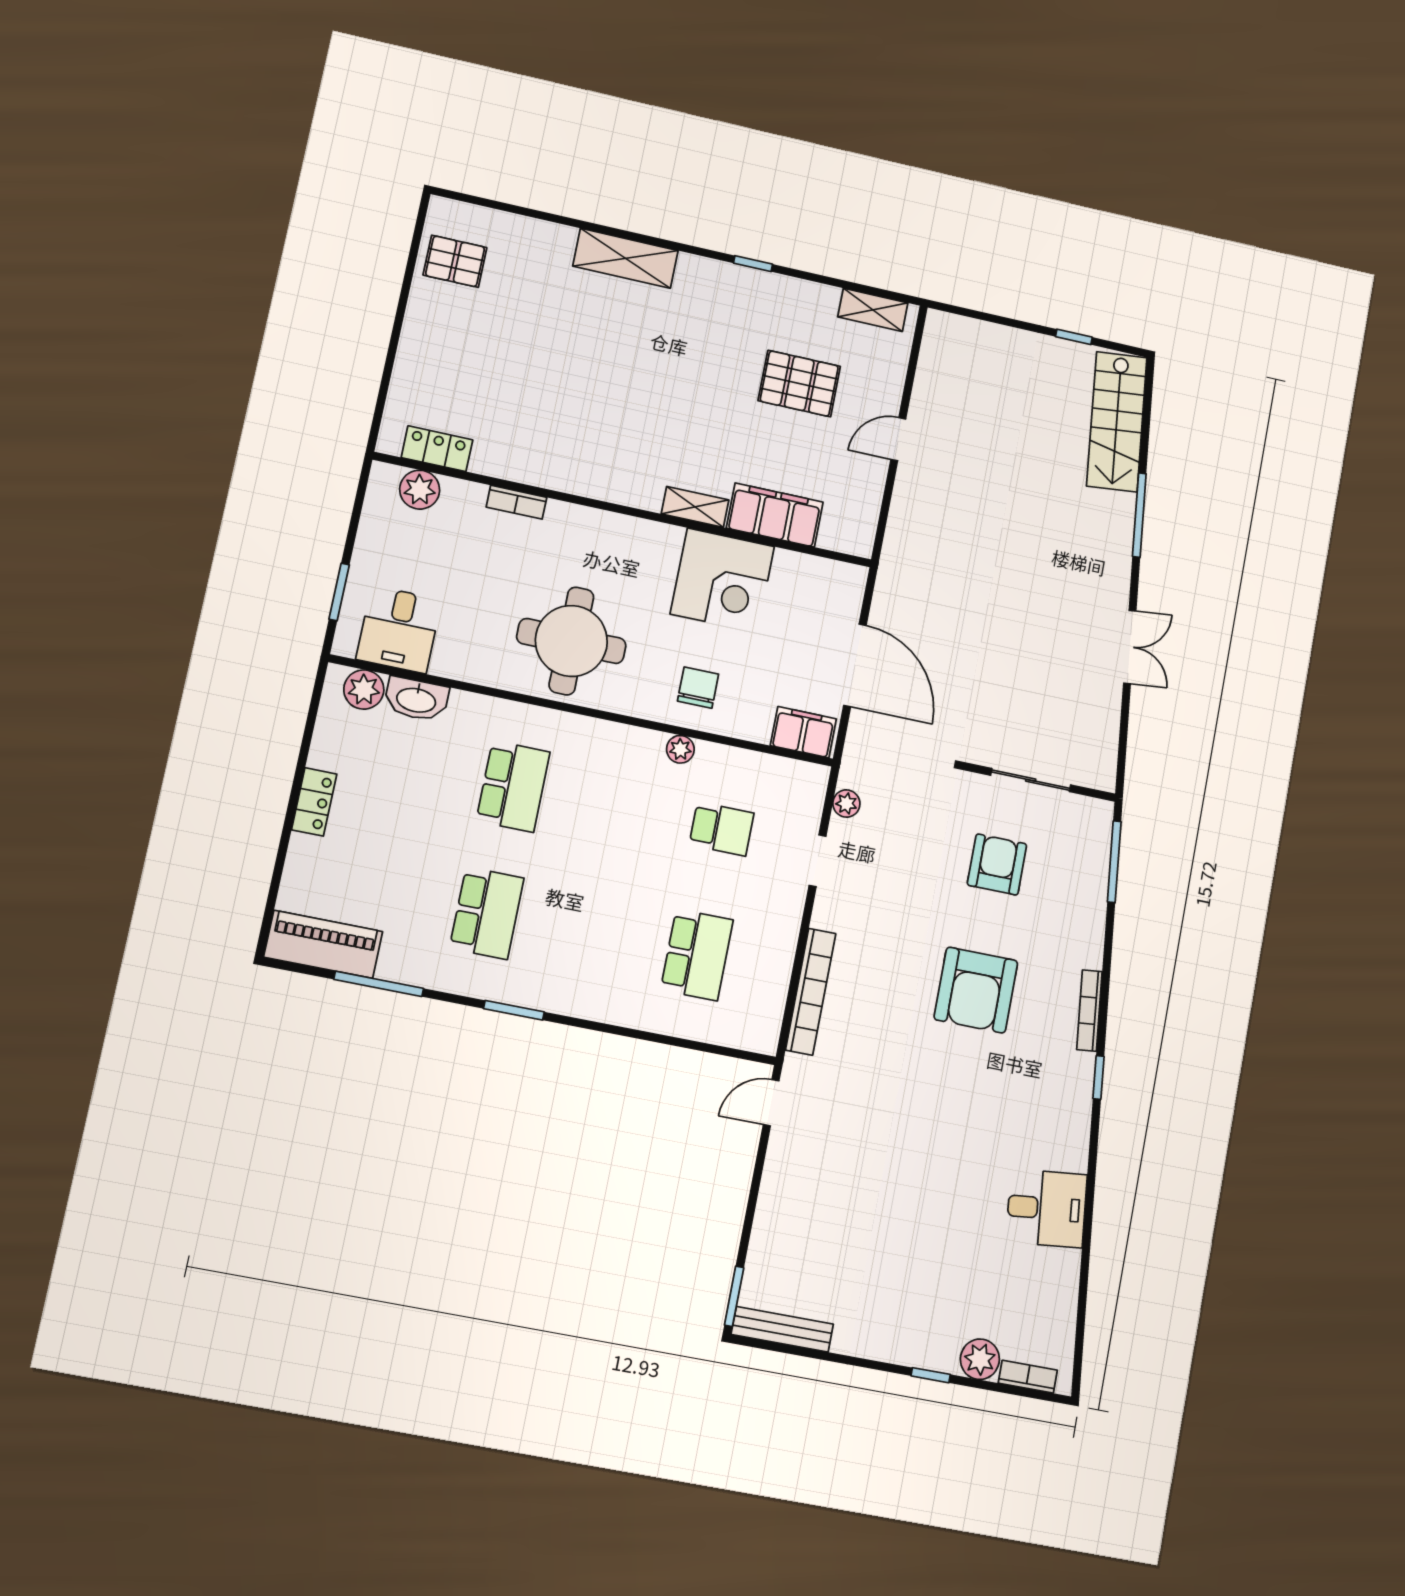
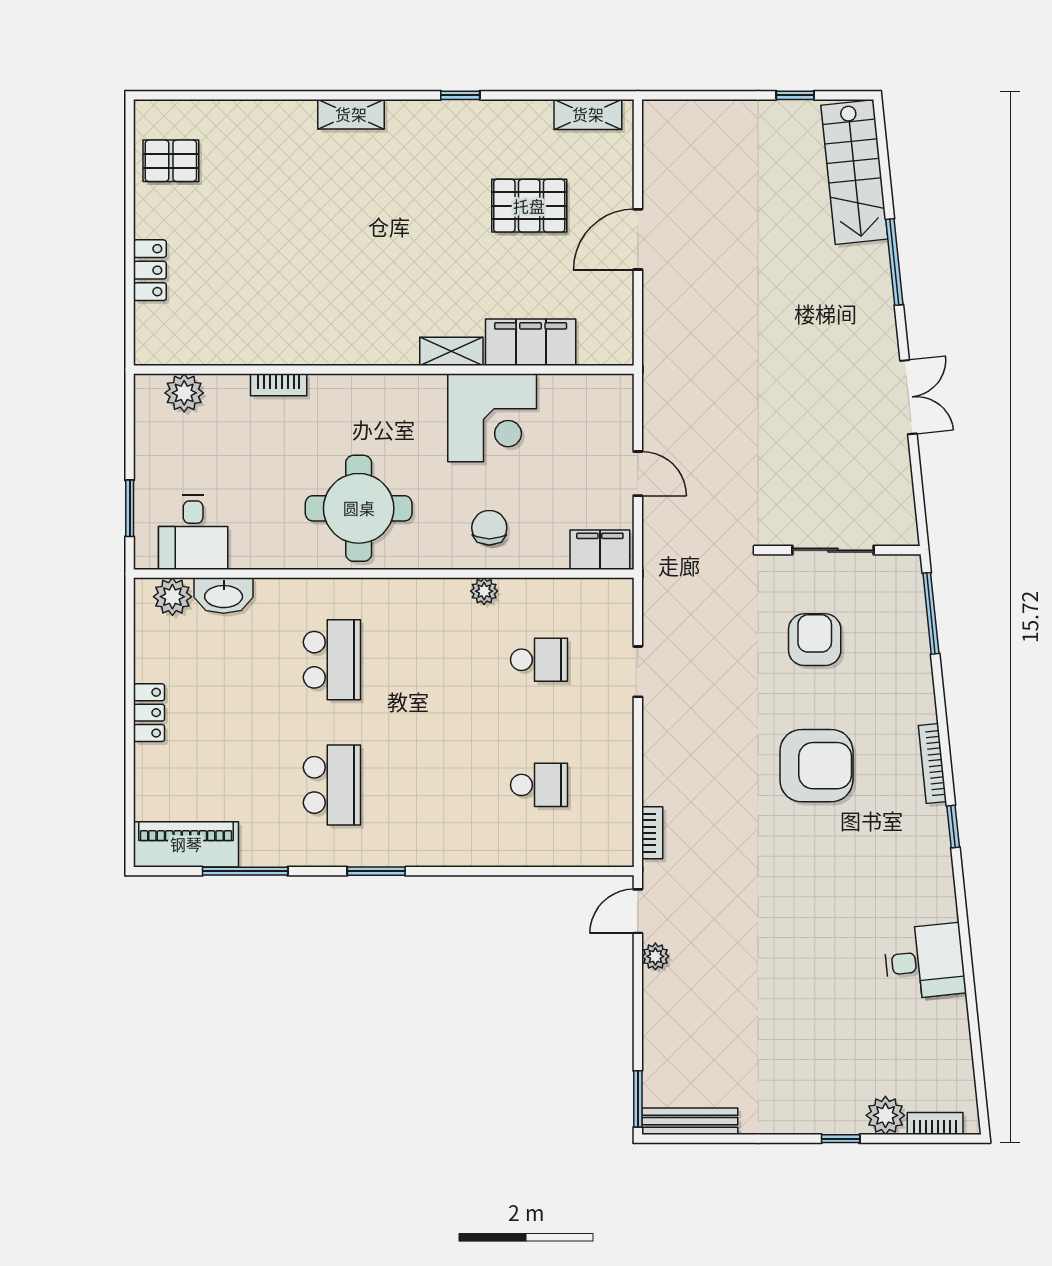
shelving: (626, 258) -> (351, 114), width x0.67, depth x0.75
door: (898, 439) -> (638, 239), width x1.38
locker: (437, 449) -> (150, 270), moved, turned 90
door: (855, 665) -> (638, 474), width x0.53
plant: (846, 804) -> (655, 956), moved
school desk: (697, 955) -> (539, 785), width x0.54
armchair: (976, 990) -> (816, 766), turned -90
bookcase: (811, 992) -> (652, 833), width x0.43, depth x0.76

